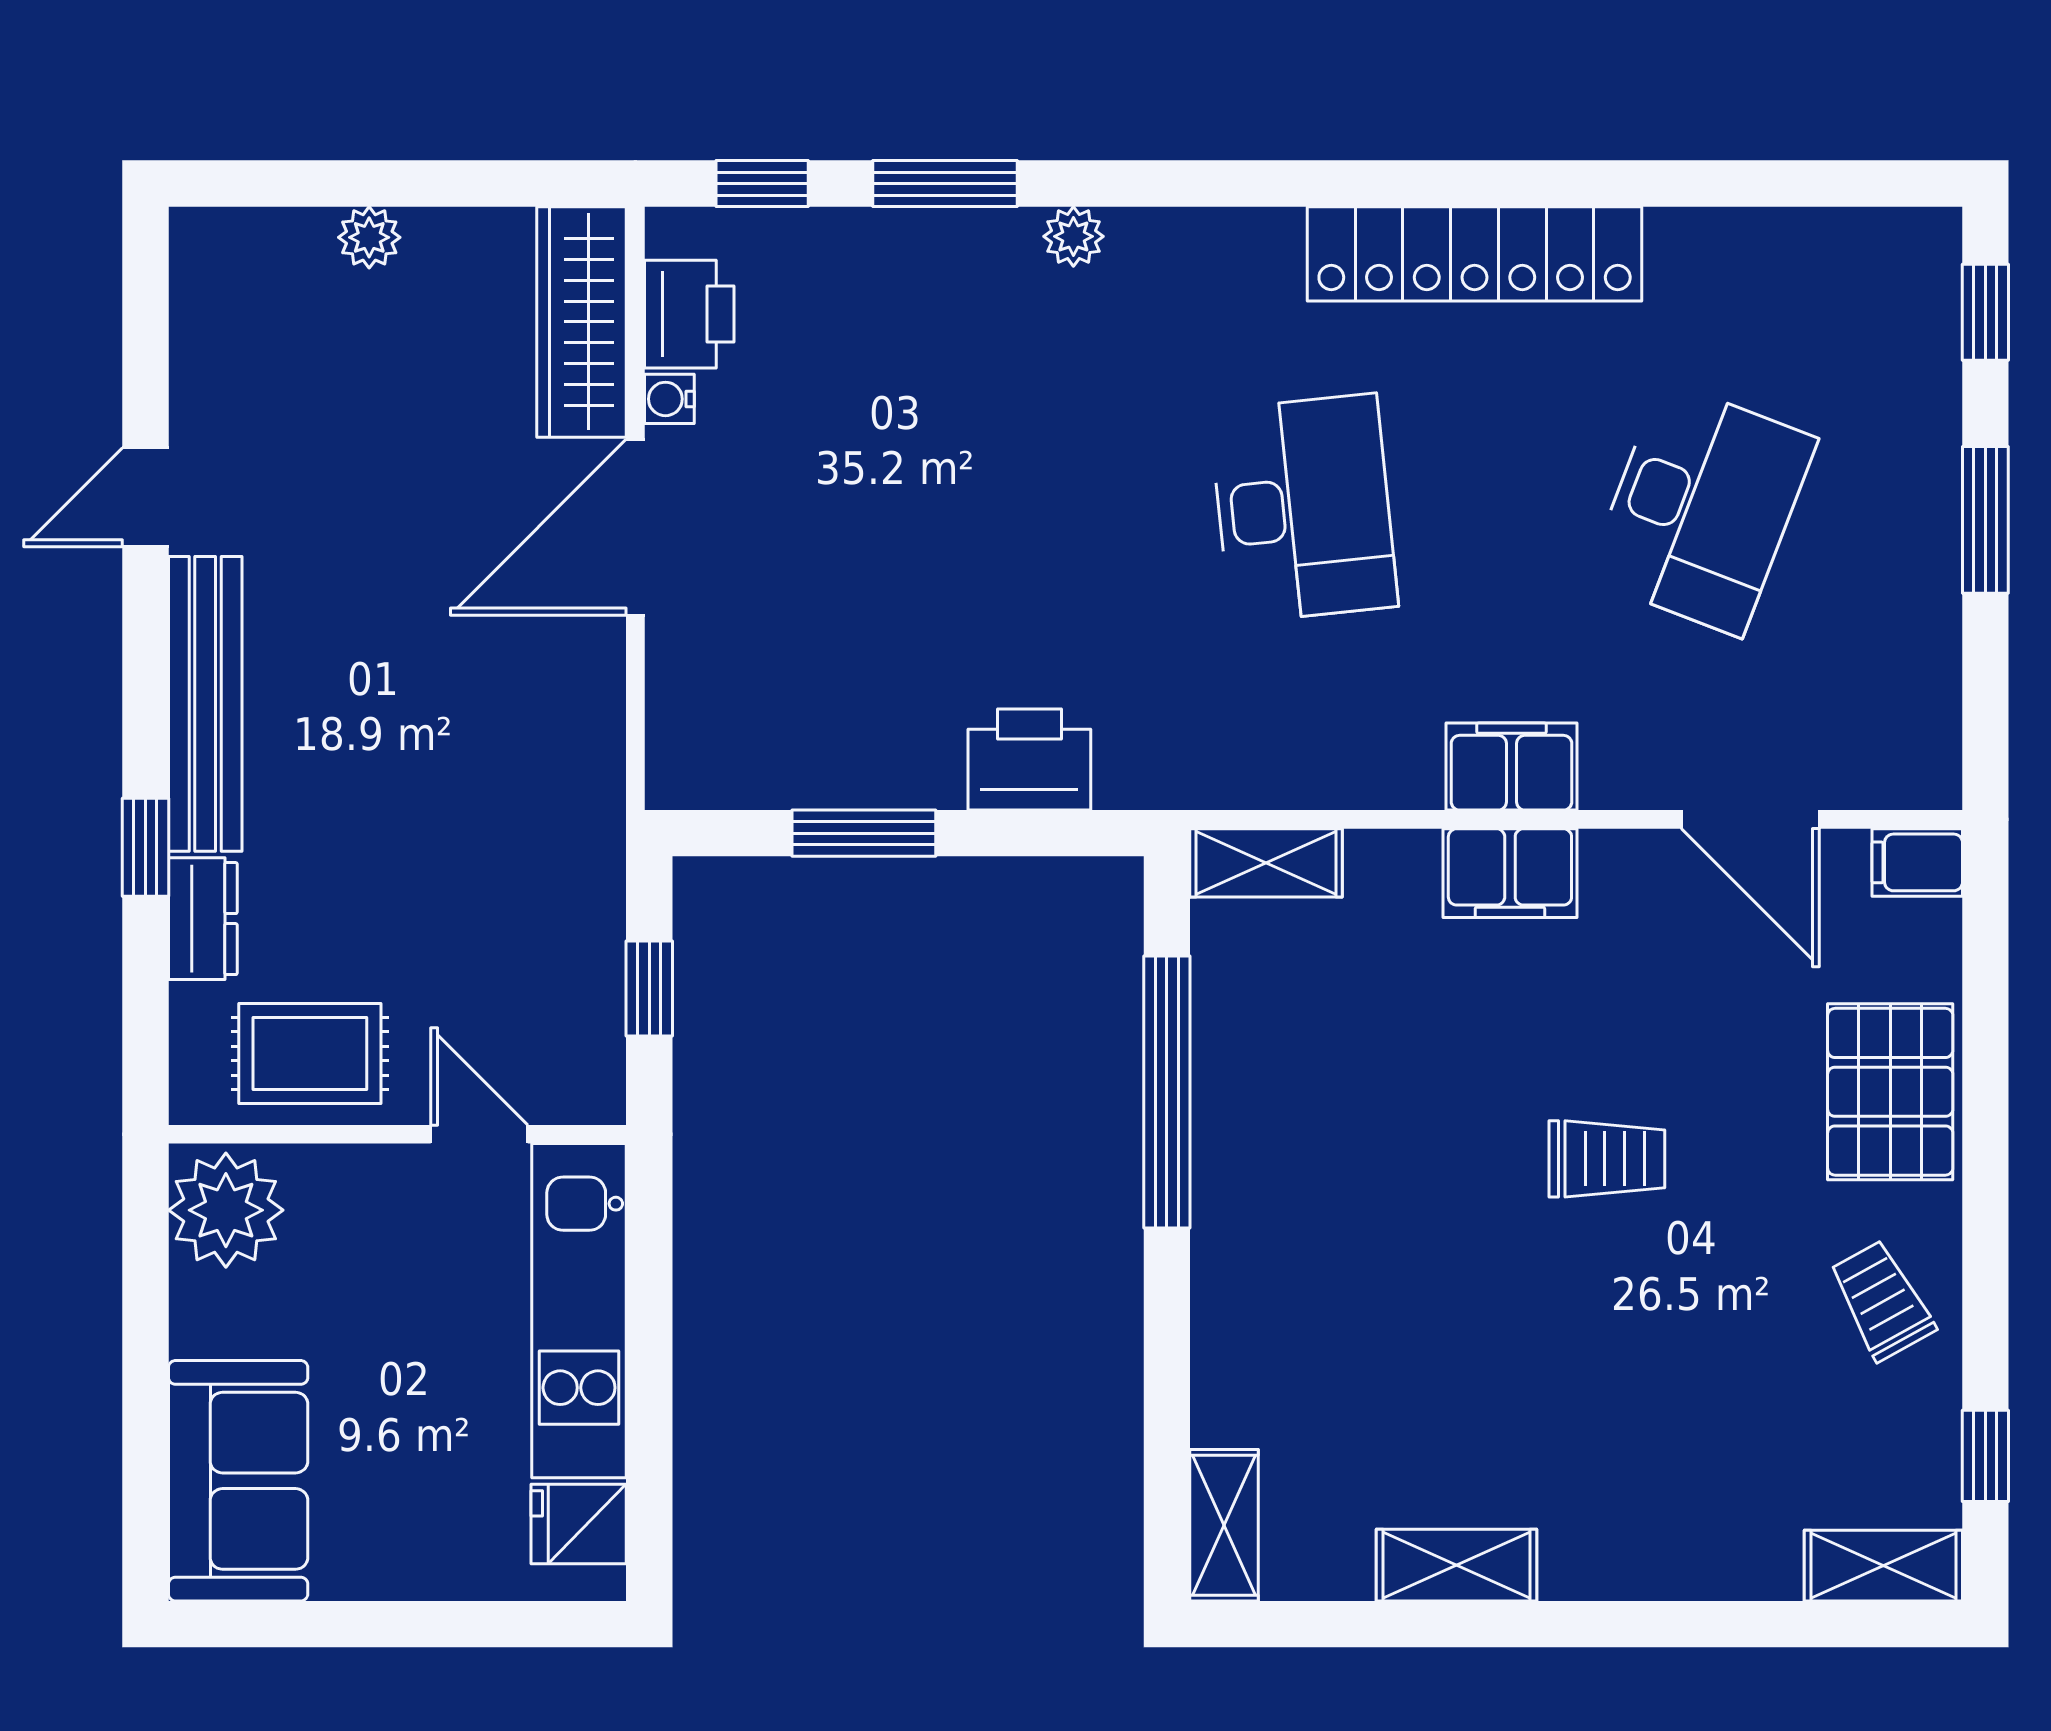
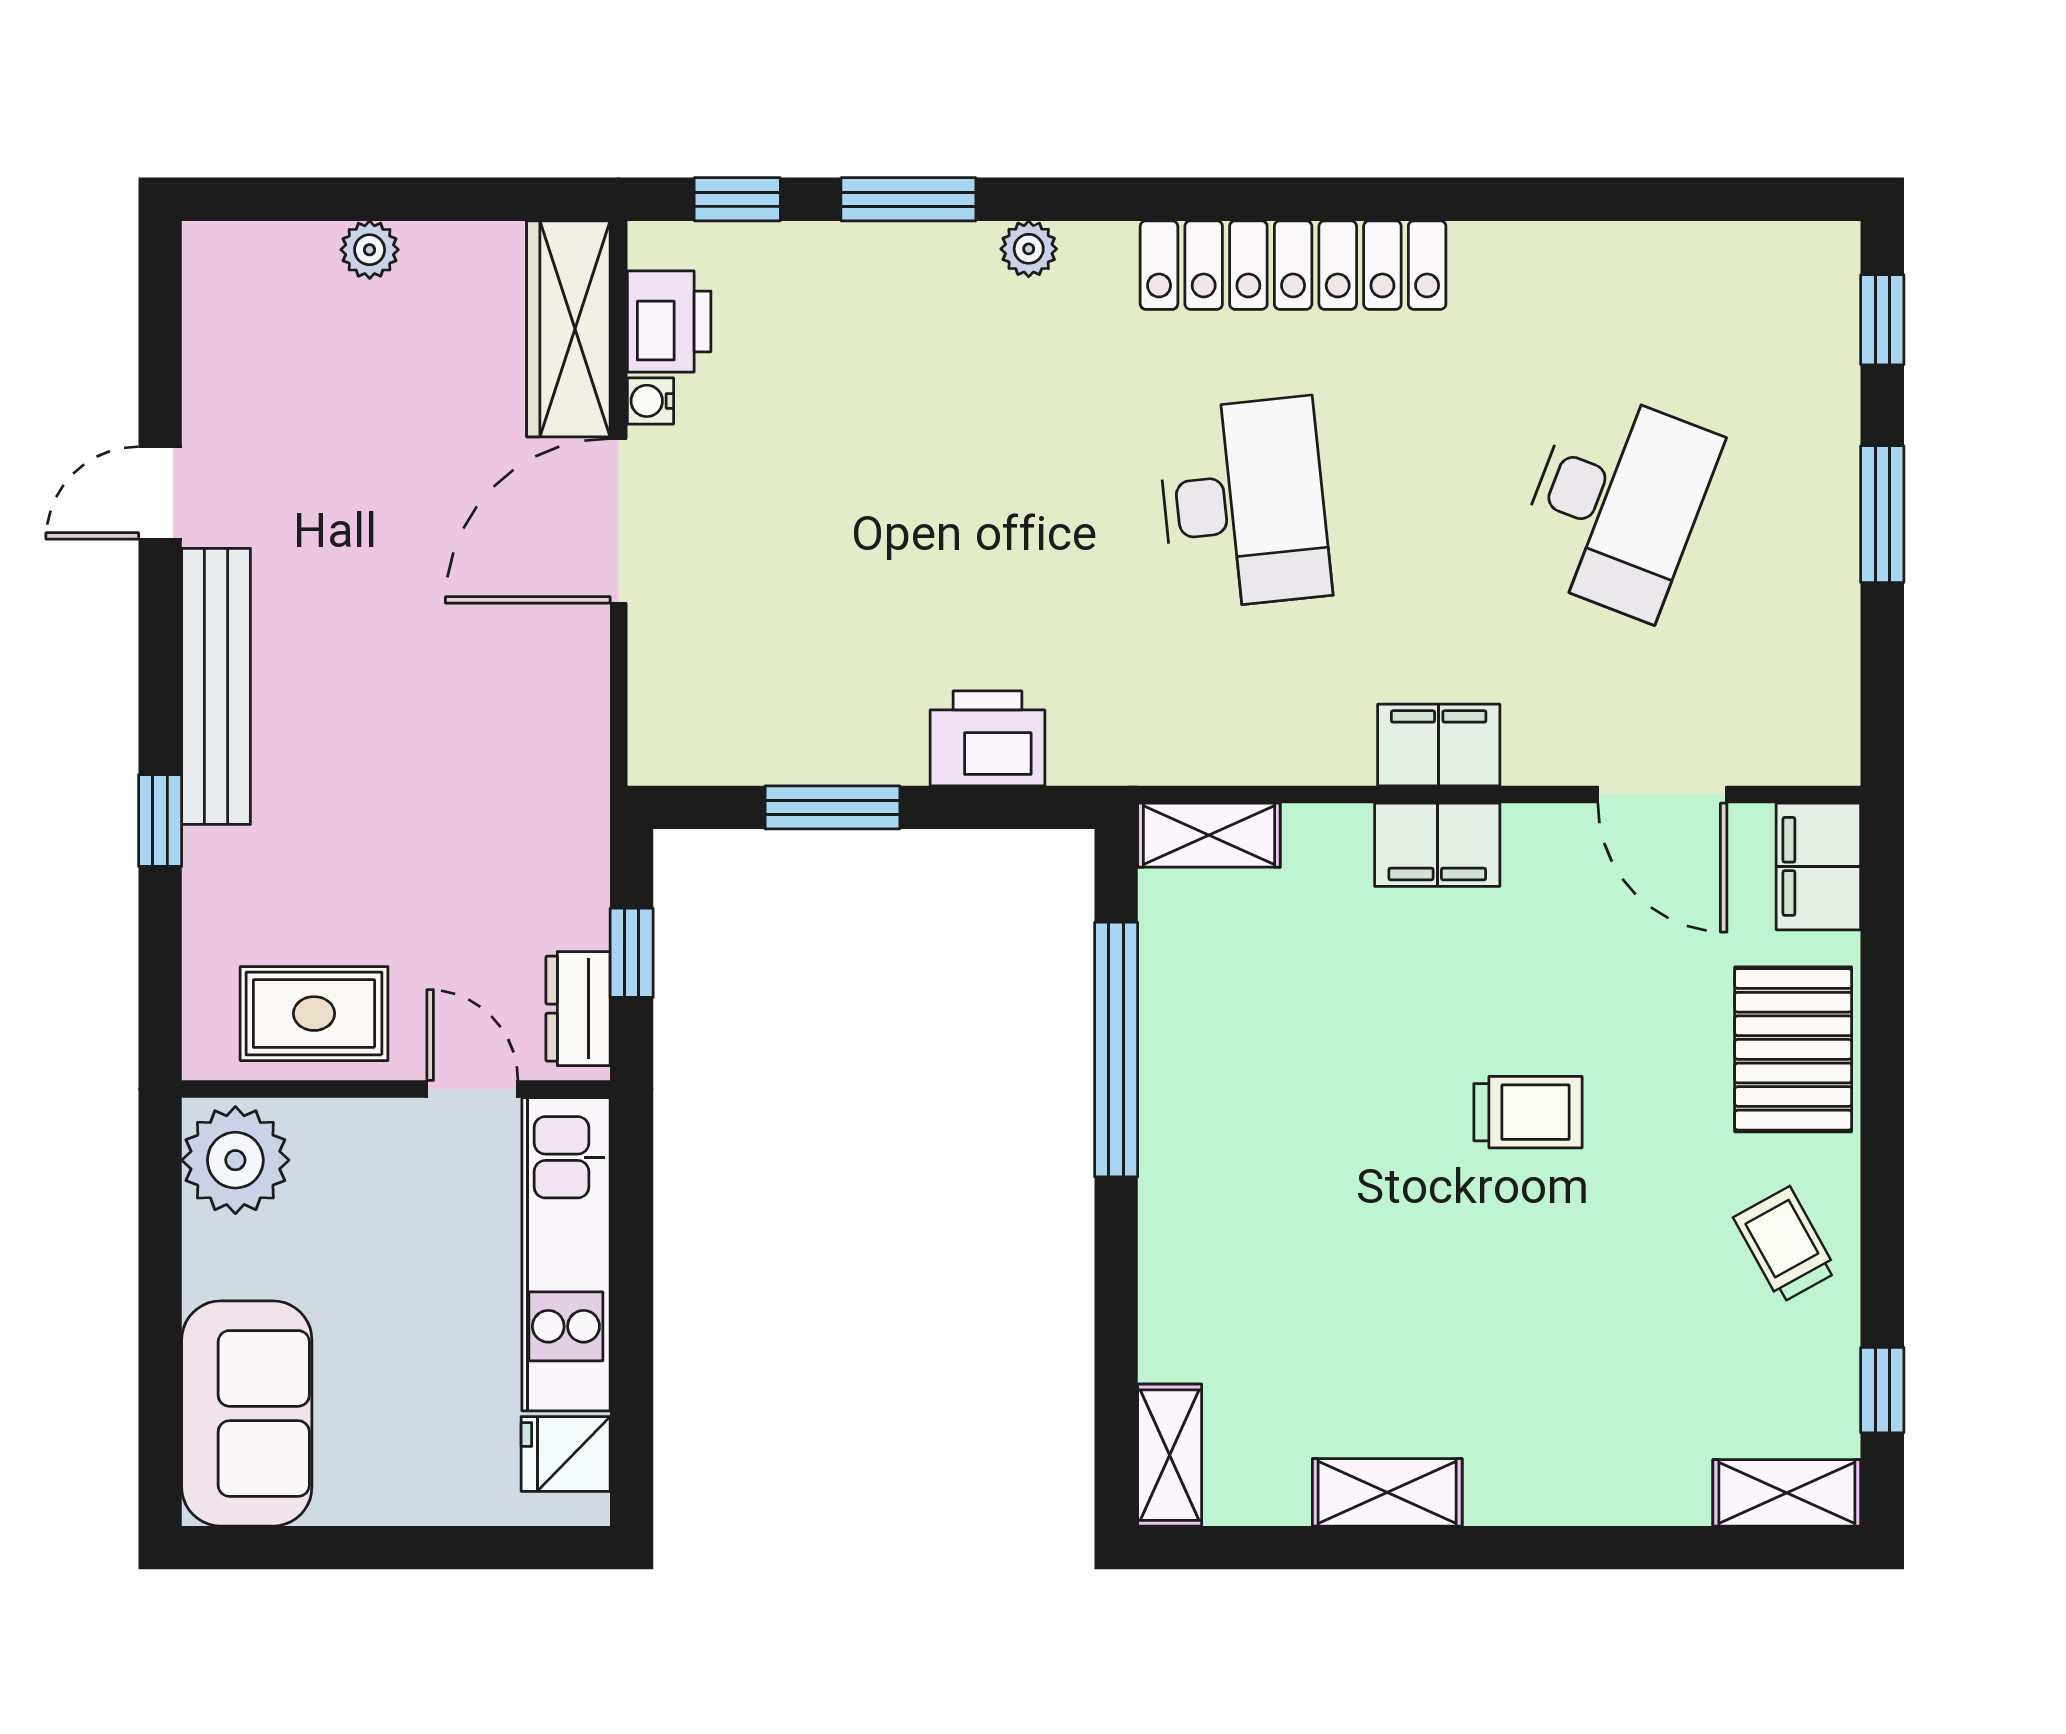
locker: (1475, 254) -> (1293, 265), moved
filing cabinet: (1917, 862) -> (1818, 866), width x2.00
dresser: (203, 919) -> (578, 1009), moved, turned 180

